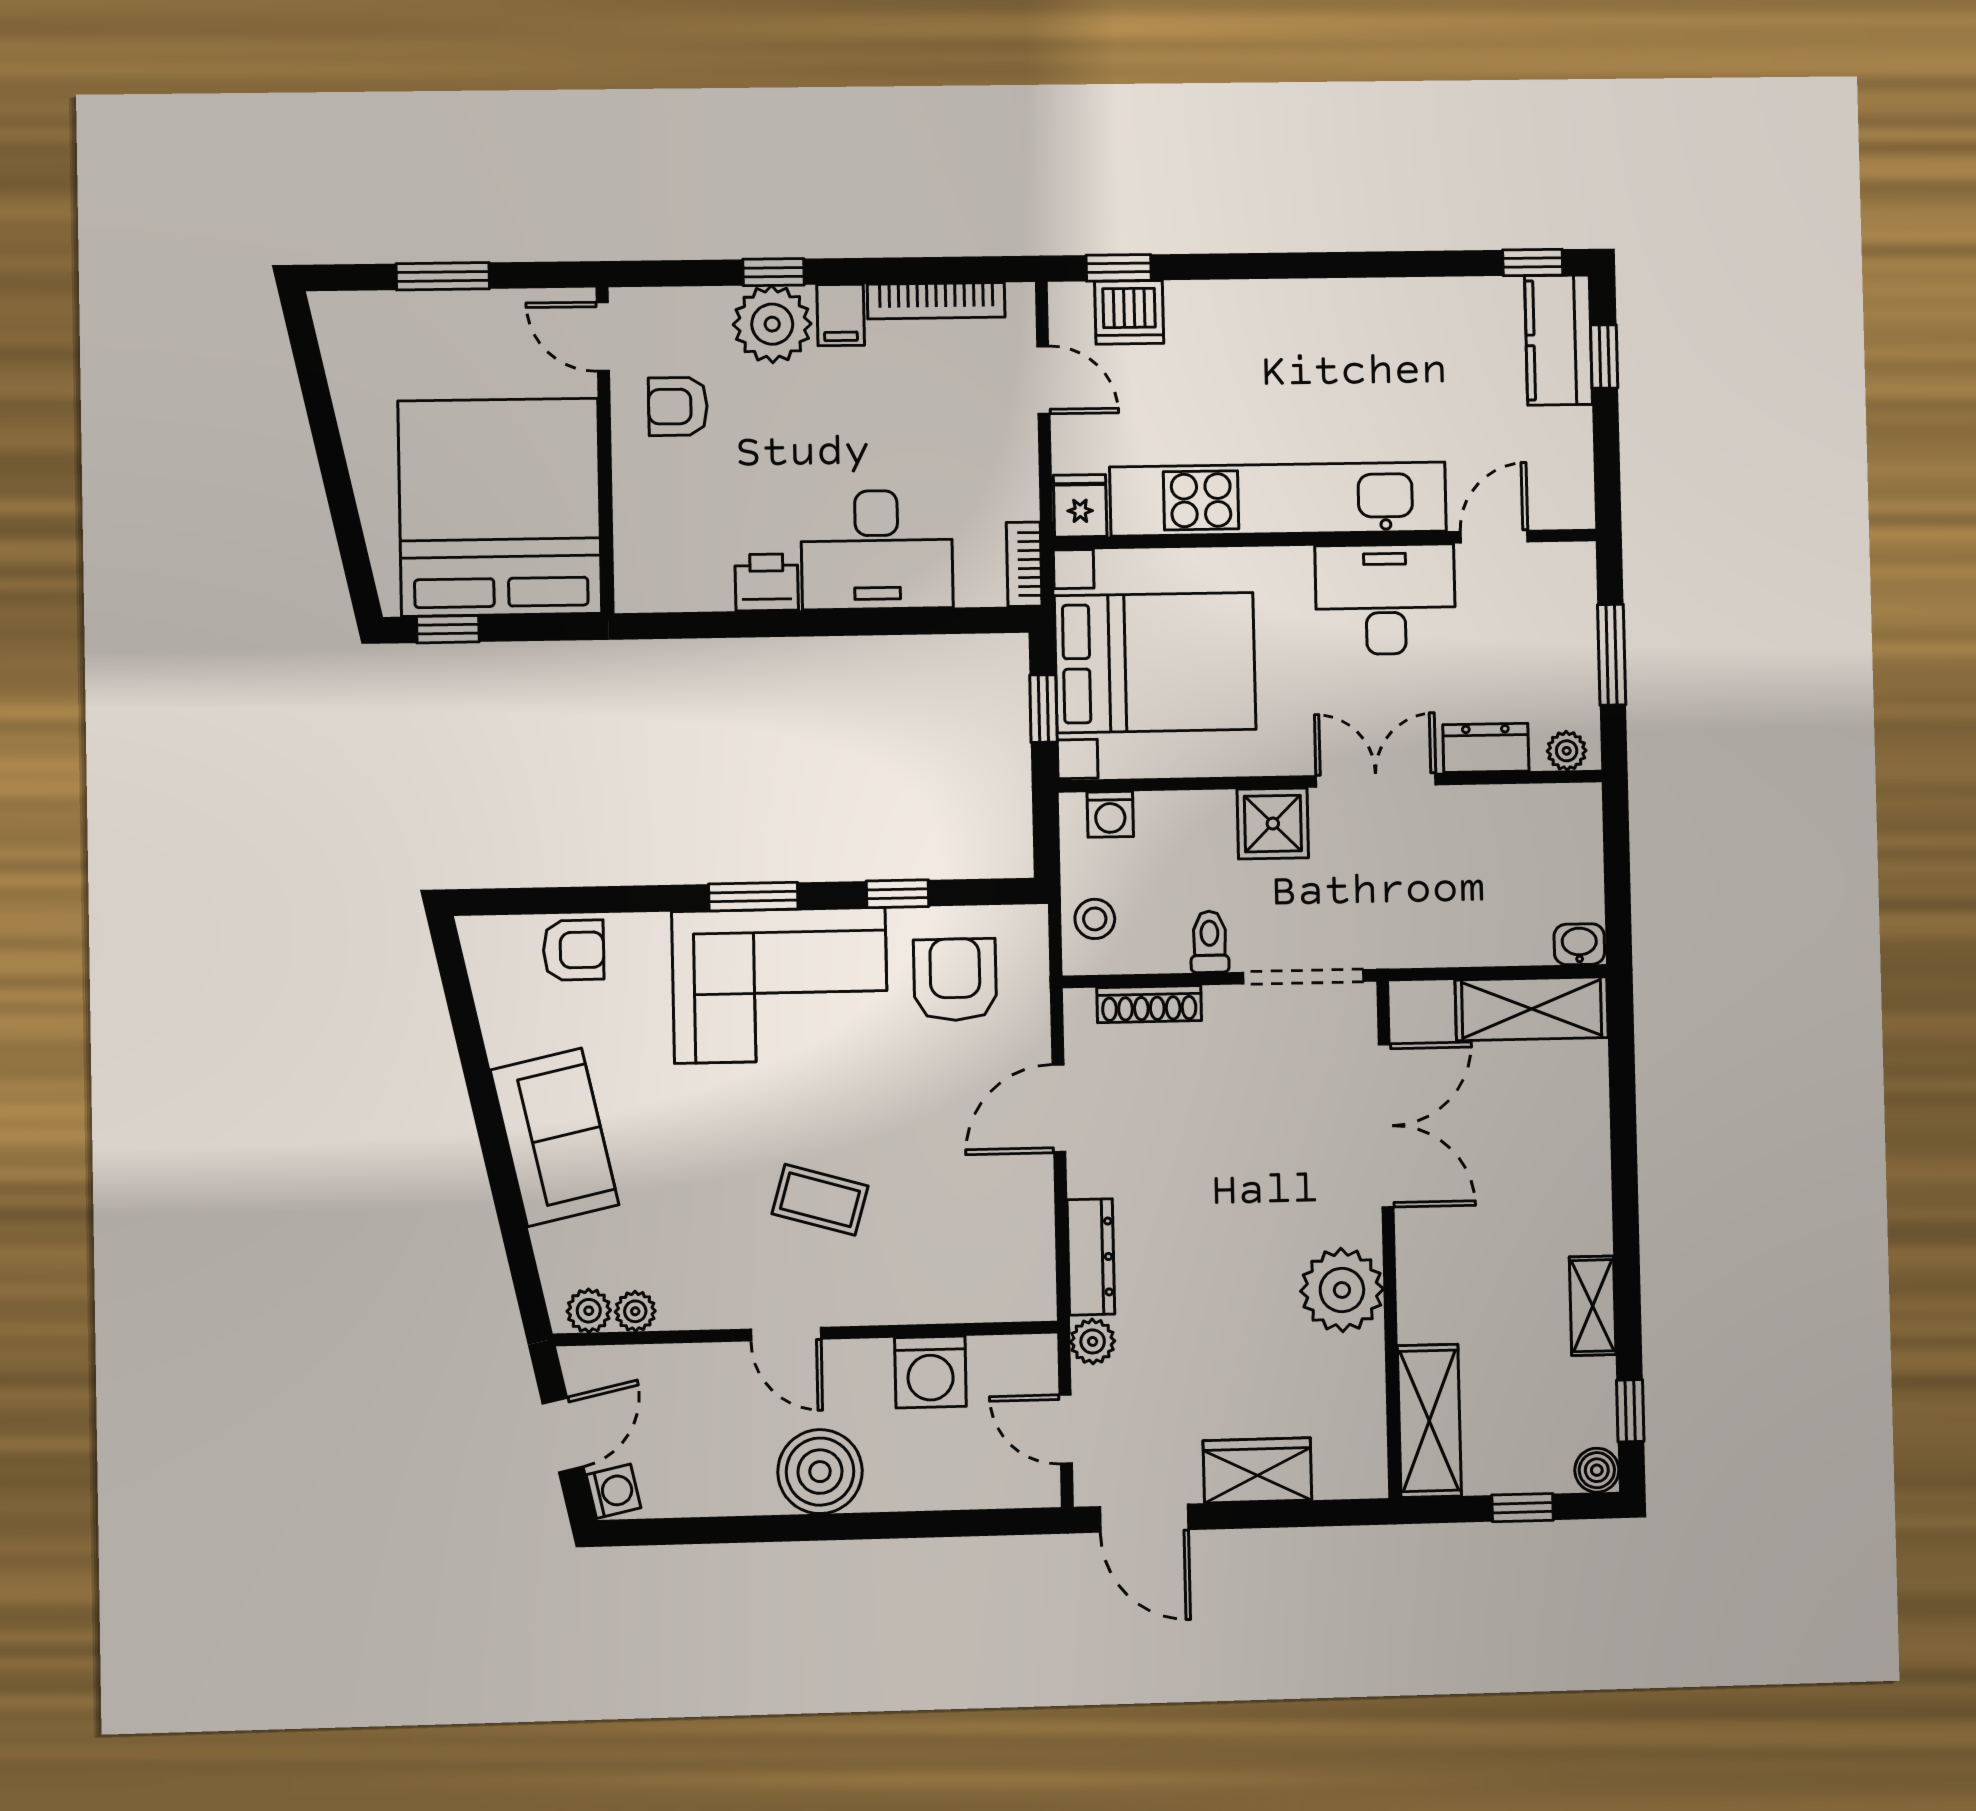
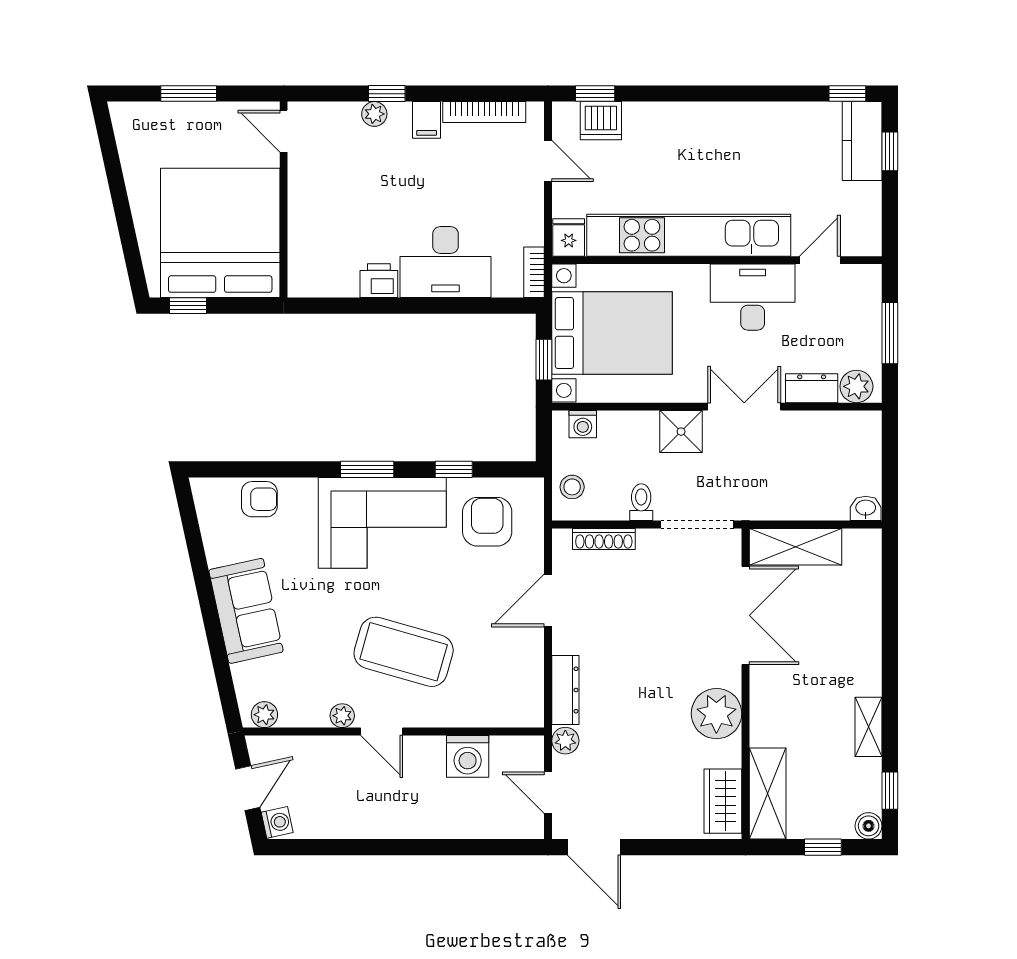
plant: (772, 324) -> (374, 114), width x0.53, depth x0.53
armchair: (678, 406) -> (328, 174), removed
plant: (1567, 751) -> (856, 386), width x1.38, depth x1.38
shelving: (1532, 1009) -> (795, 547), moved
coffee table: (820, 1200) -> (404, 652), width x1.86, depth x1.72
plant: (635, 1311) -> (342, 716), moved
wardrobe: (1257, 1470) -> (723, 801), moved, turned -90
boiler: (820, 1472) -> (400, 814), removed

